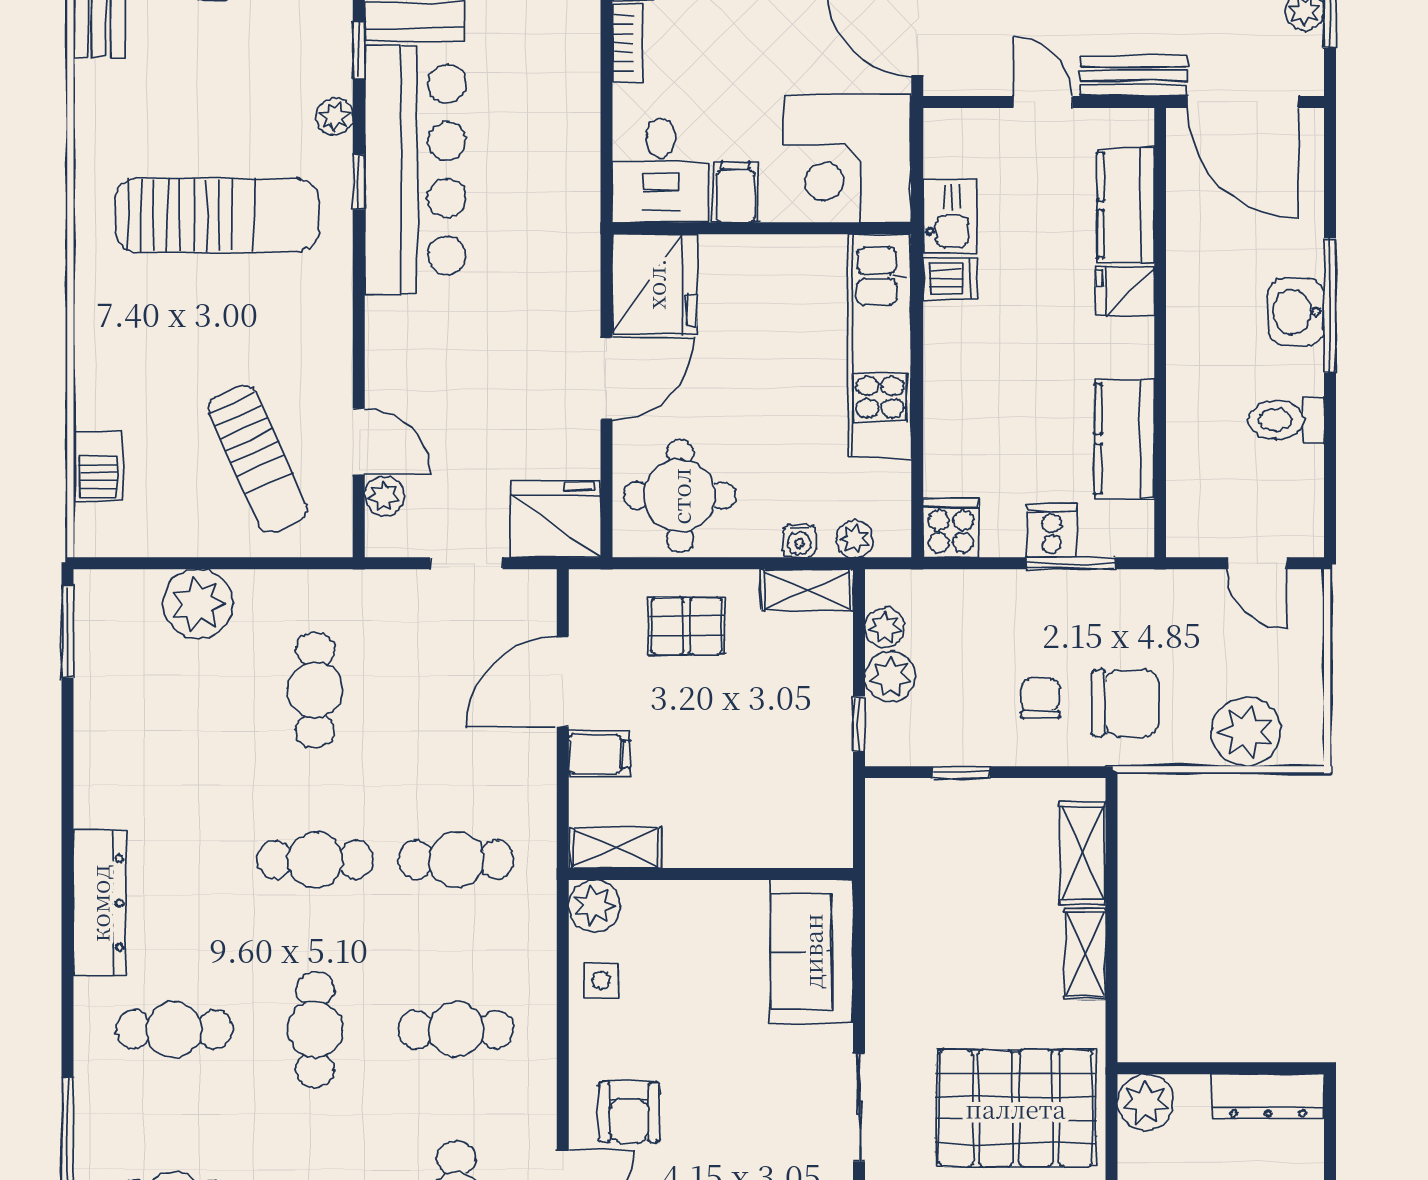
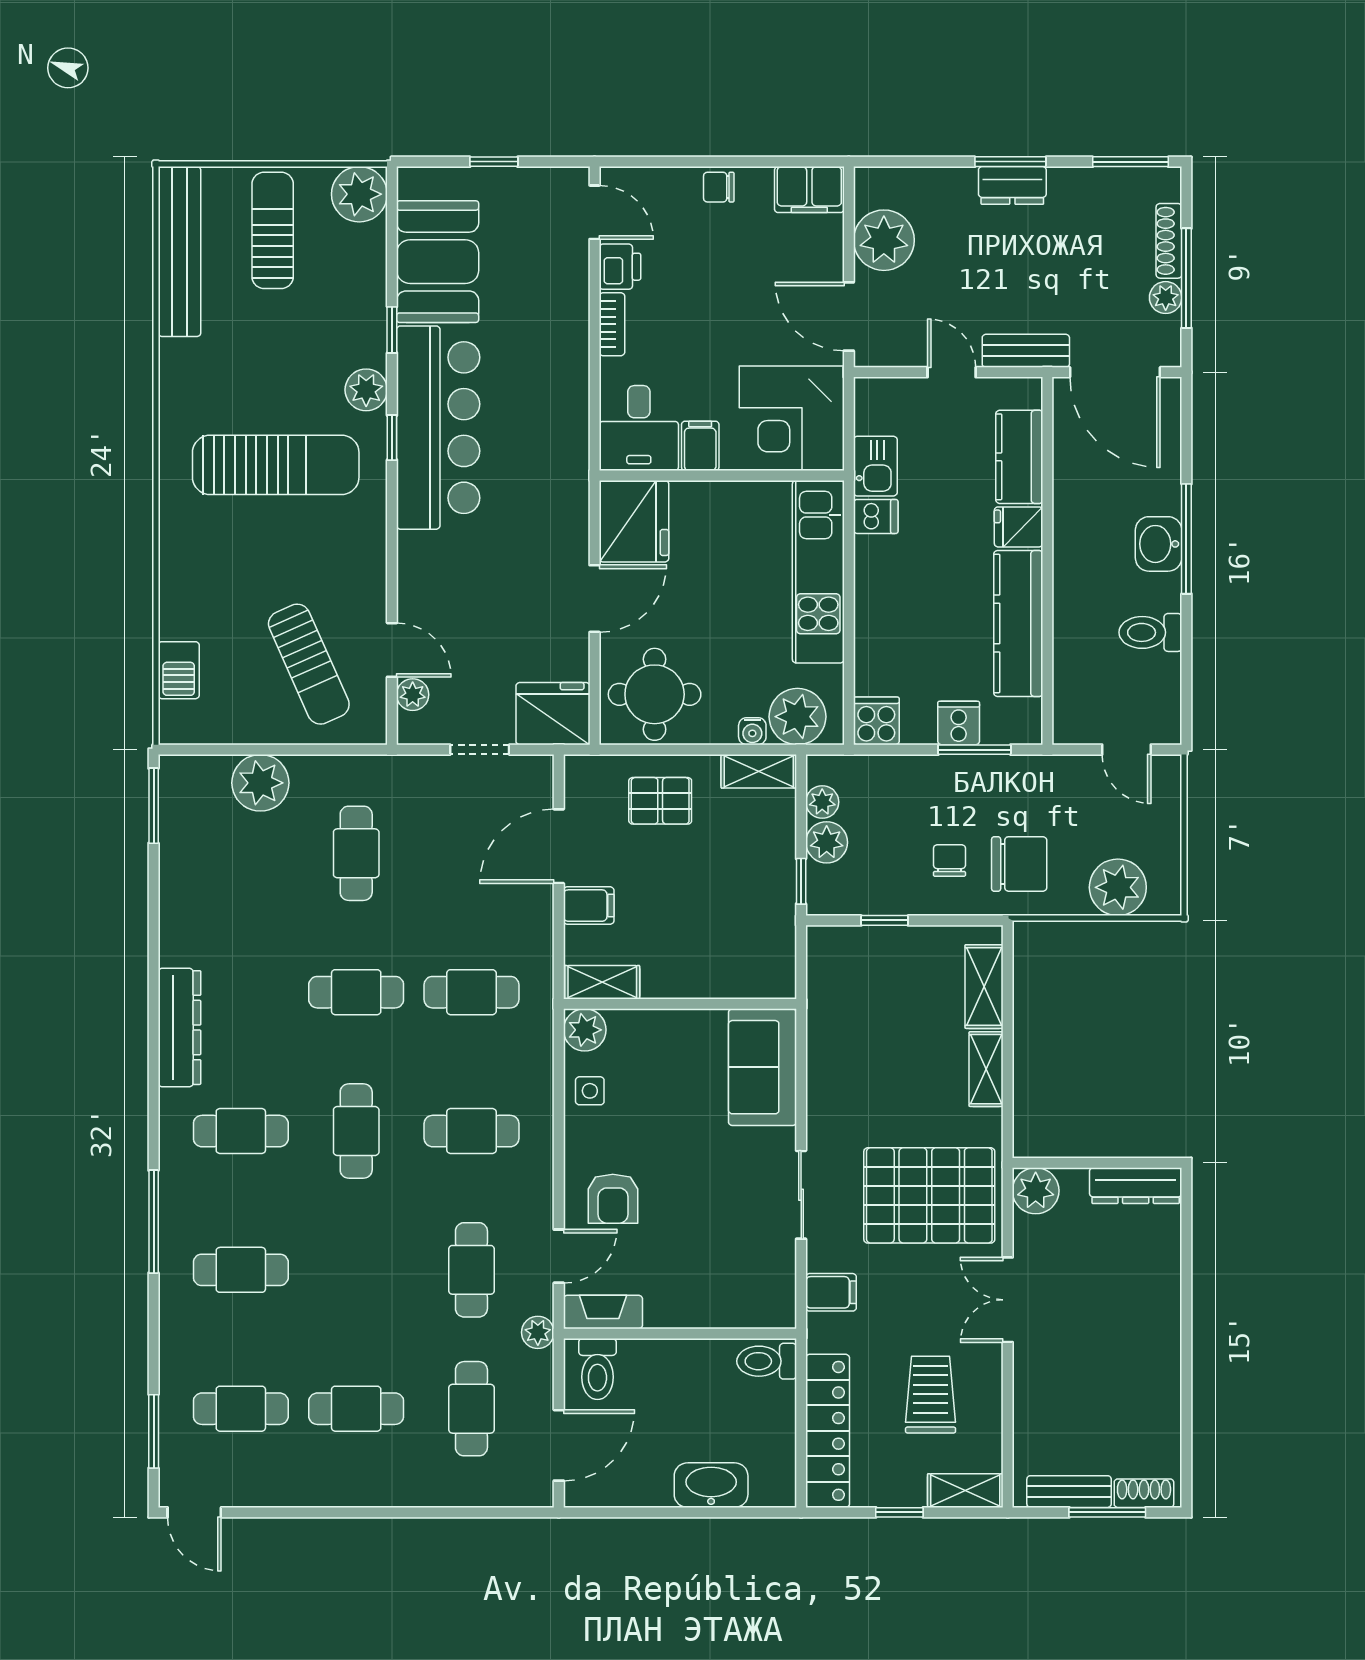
plant: (334, 117) -> (366, 390), width x1.38, depth x1.38
kitchen counter: (1124, 439) -> (1018, 624), width x1.50
plant: (855, 539) -> (797, 717), width x1.88, depth x1.88

